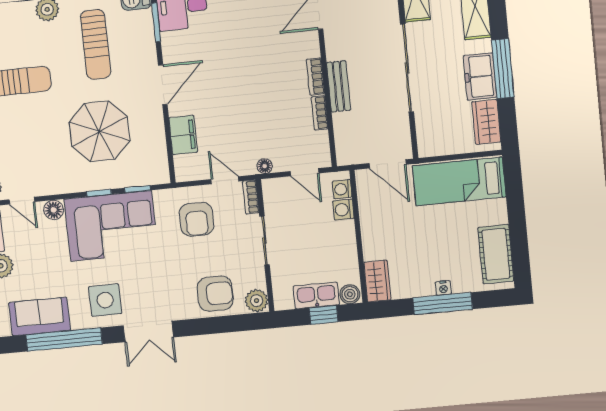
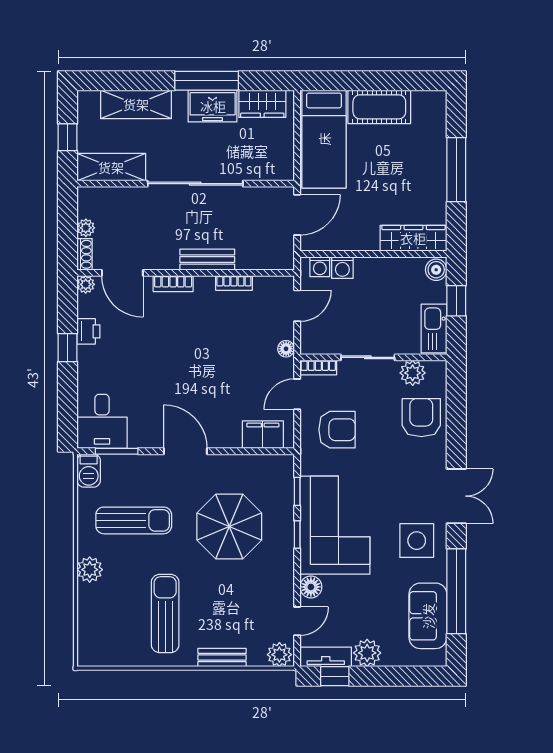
bookcase: (315, 76) -> (173, 284), moved
filing cabinet: (183, 135) -> (263, 435), moved
cot: (496, 254) -> (379, 107), moved
wardrobe: (377, 281) -> (413, 238), width x1.50
nightstand: (443, 288) -> (439, 167), removed
kitchen sink: (316, 295) -> (434, 328), moved
plant: (257, 301) -> (413, 373), moved

